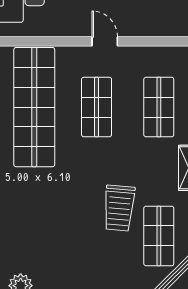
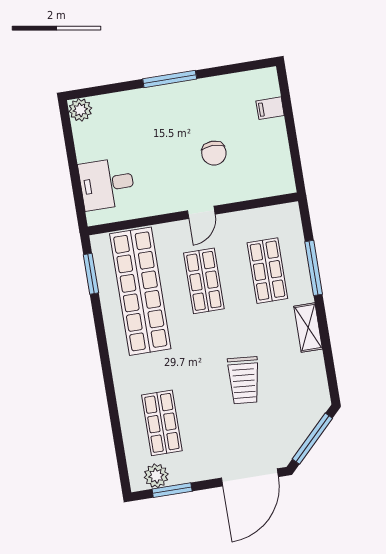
door: (105, 41) -> (201, 212), swing flipped
shop shelf: (159, 236) -> (162, 423), moved

